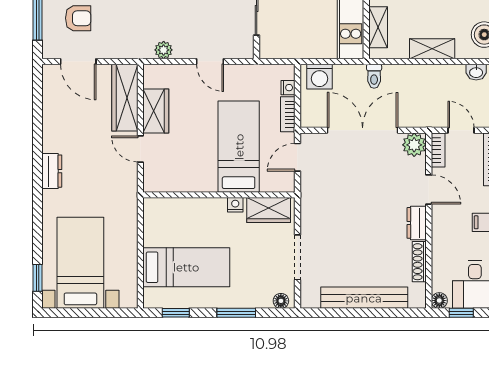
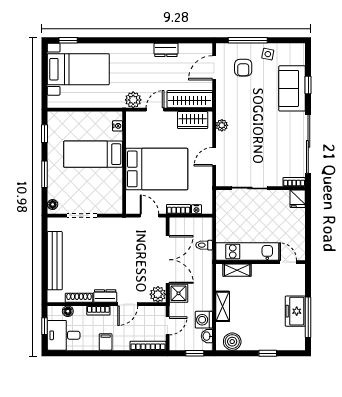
toilet: (374, 76) -> (204, 245), moved
washing machine: (320, 77) -> (204, 320), moved
wardrobe: (156, 111) -> (193, 120), moved
shower: (413, 114) -> (179, 293), added
bed: (239, 147) -> (157, 169), width x1.50
bookcase: (438, 150) -> (98, 310), moved
dresser: (52, 171) -> (166, 50), moved
plant: (126, 181) -> (133, 100), added
nightstand: (235, 205) -> (117, 126), moved
wardrobe: (269, 210) -> (114, 196), removed
bed: (186, 267) -> (93, 154), moved, turned 90
floor lamp: (439, 301) -> (68, 311), moved

